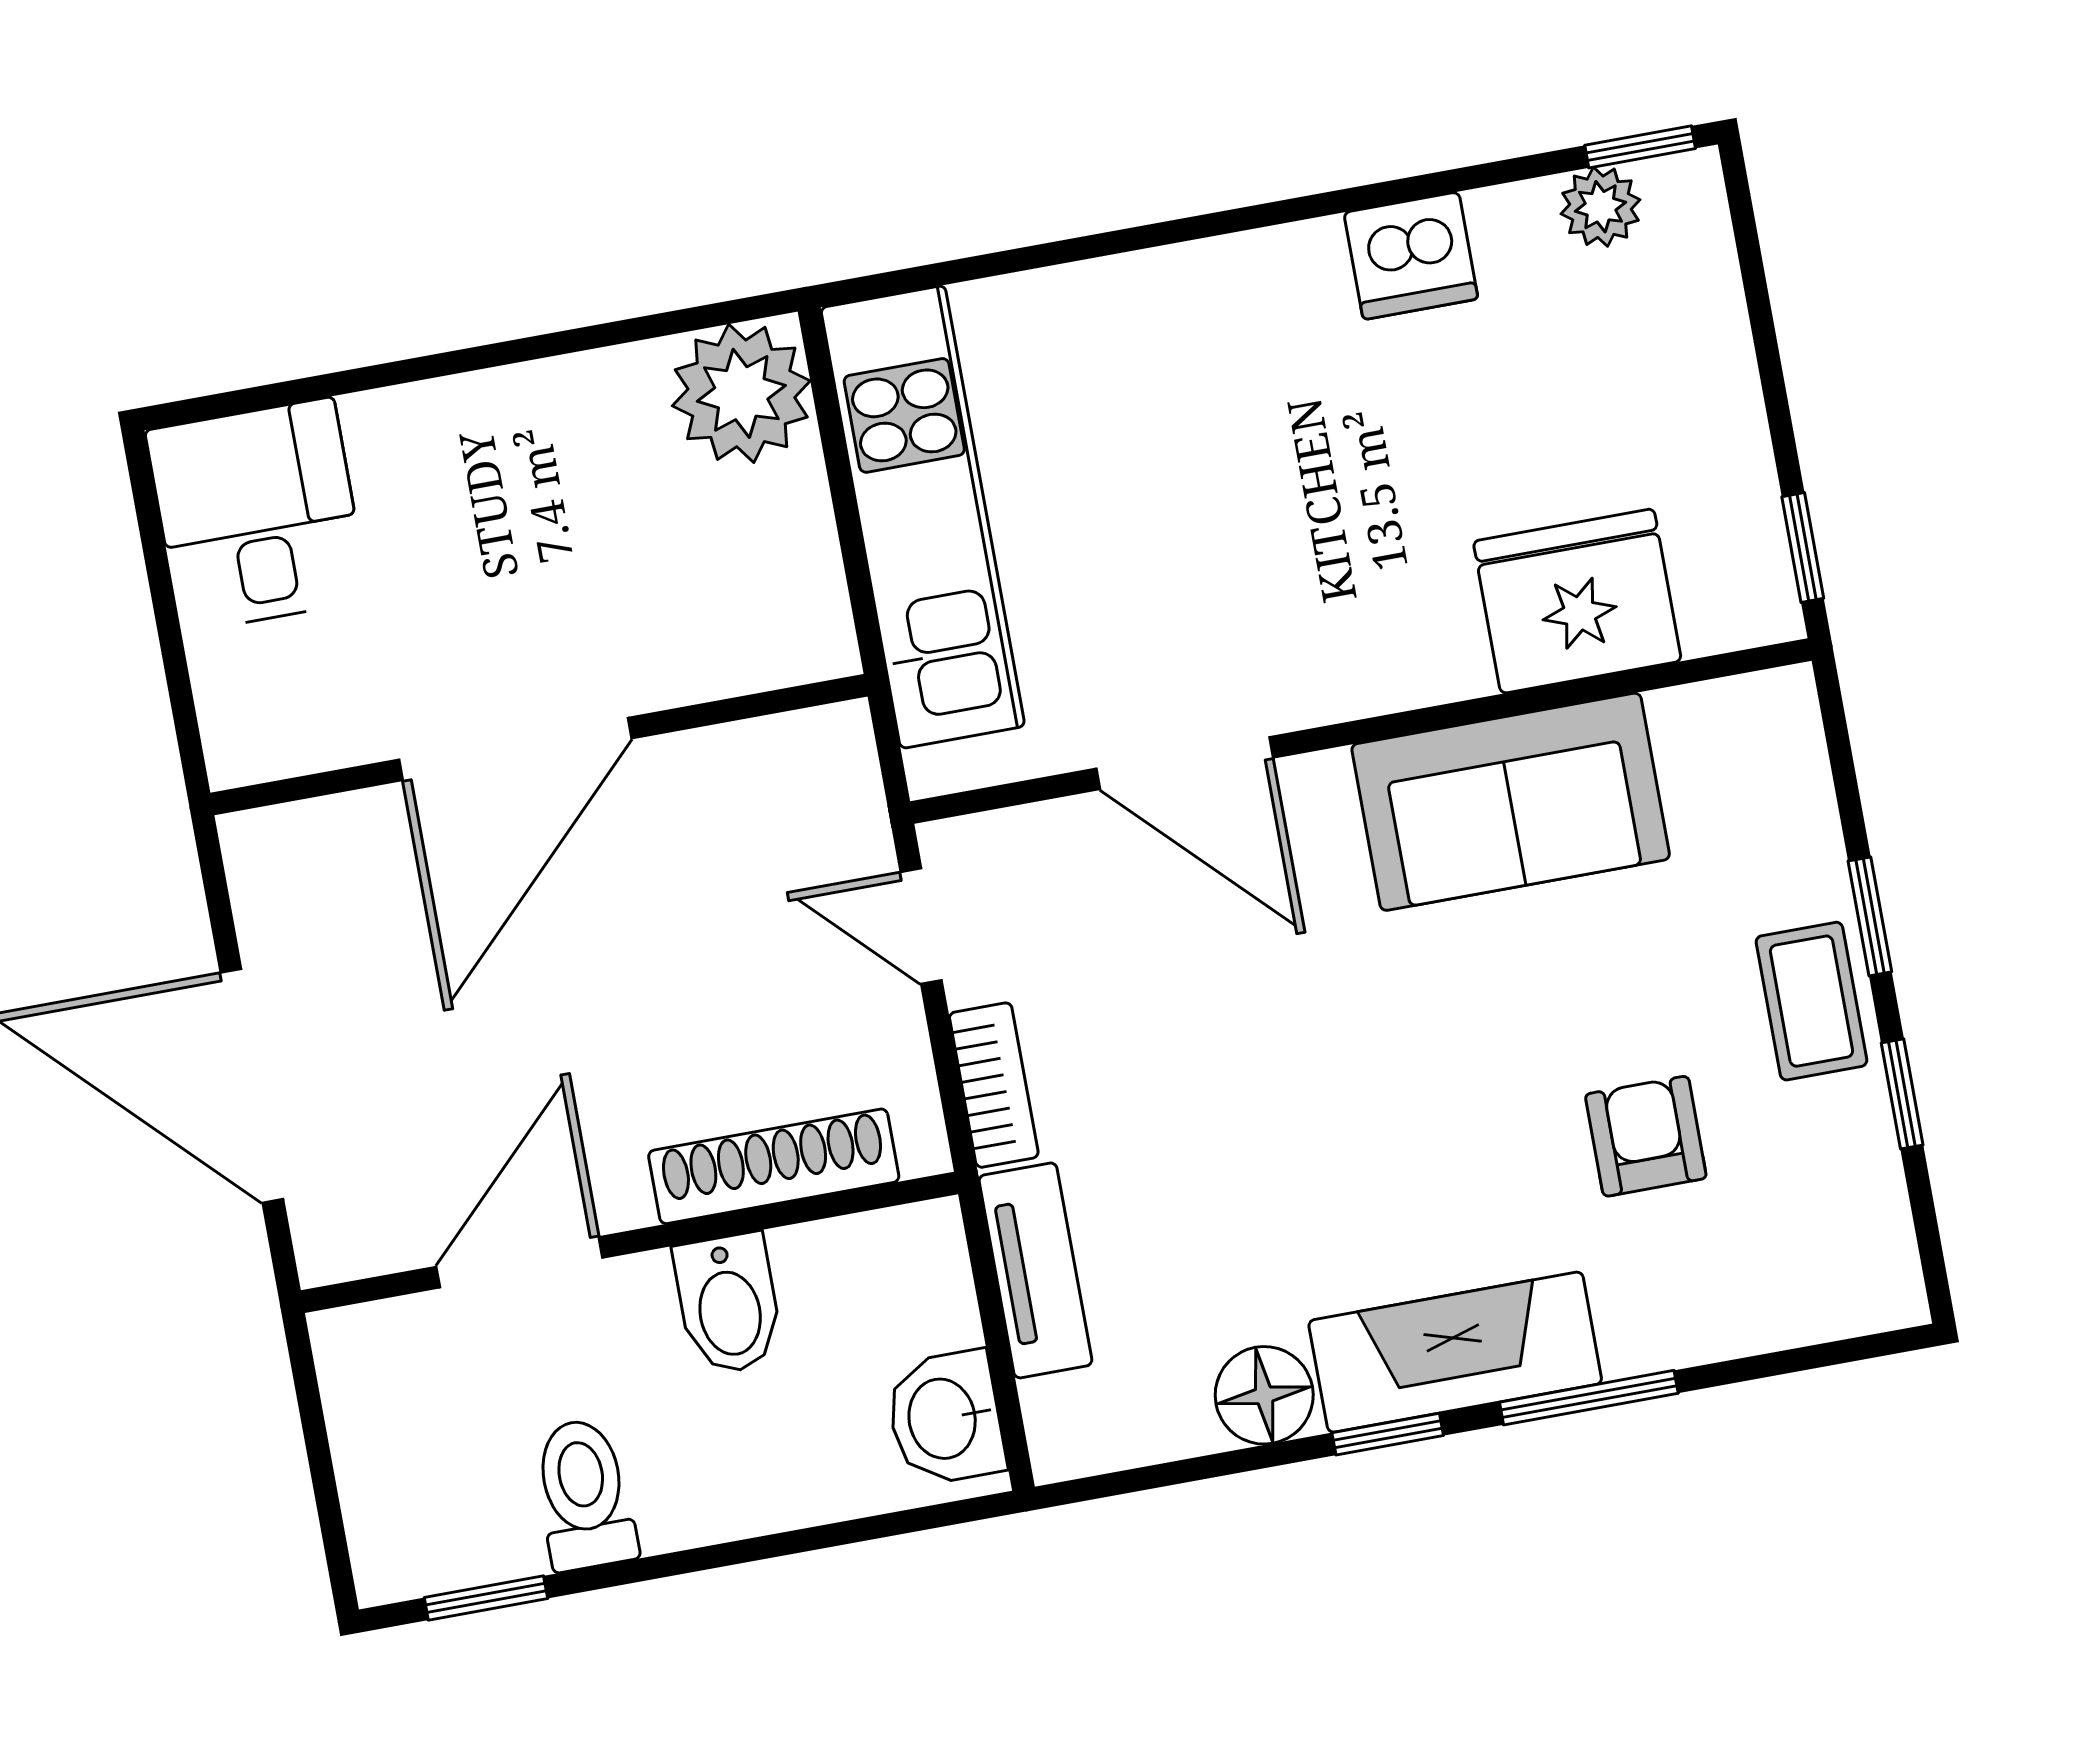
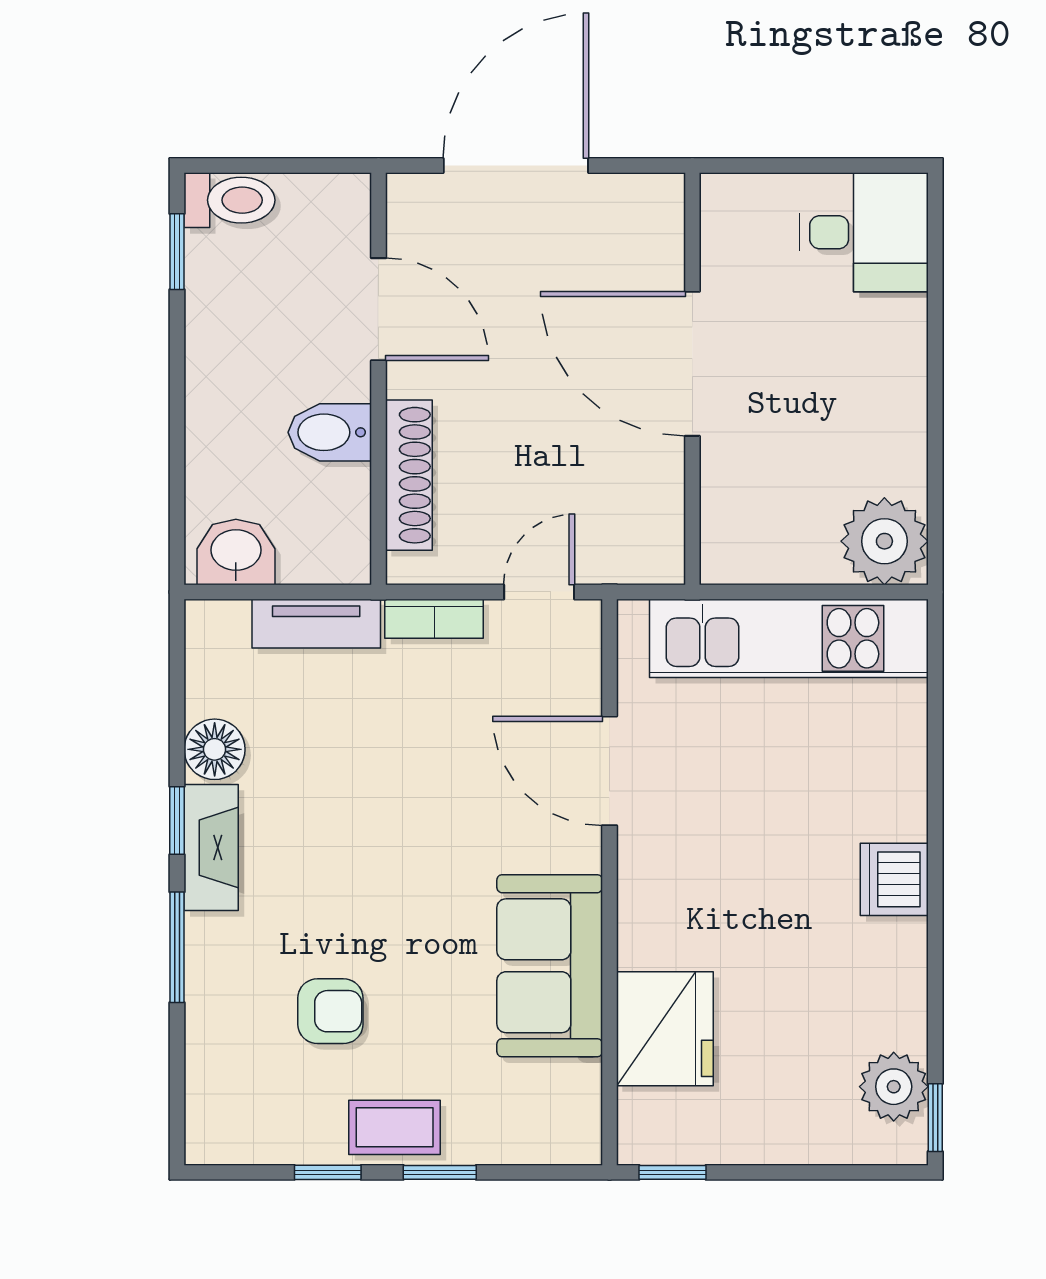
plant: (1600, 207) -> (894, 1087), width x1.38, depth x1.38
dishwasher: (1411, 256) -> (894, 879), moved
door: (1185, 763) -> (609, 771), hinge flipped
fireplace: (1455, 1352) -> (211, 848), width x0.73, depth x0.76
toilet: (584, 1494) -> (229, 200), moved

